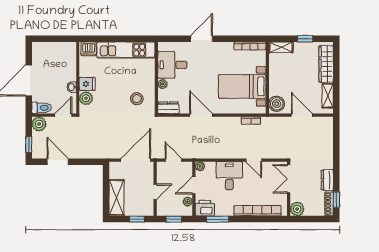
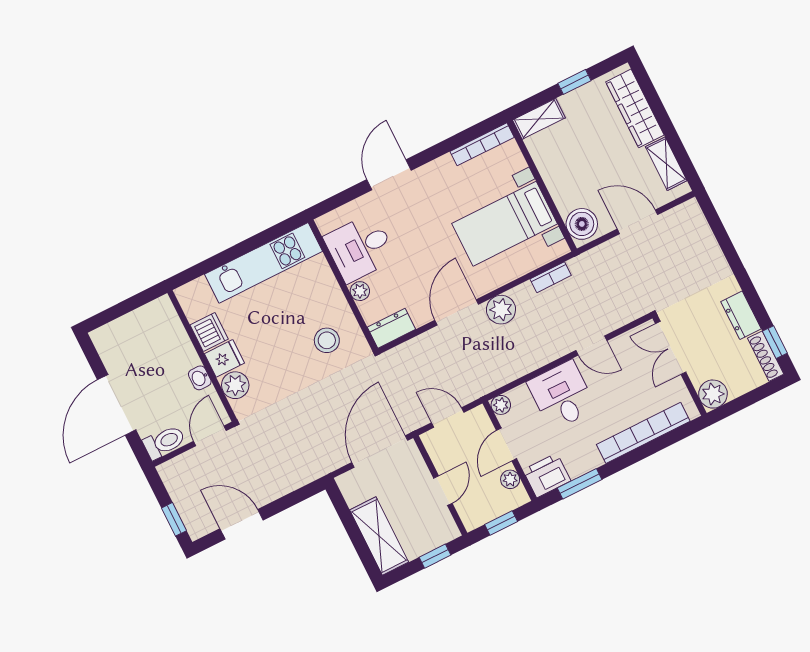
dishwasher: (89, 49) -> (209, 332), moved, turned -90
door: (201, 115) -> (457, 312), hinge flipped
plant: (39, 124) -> (501, 310), moved

